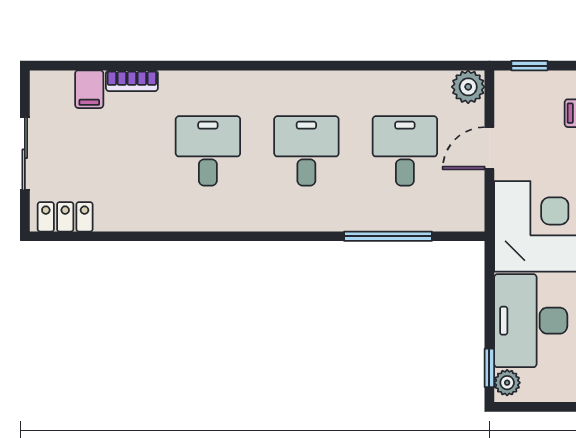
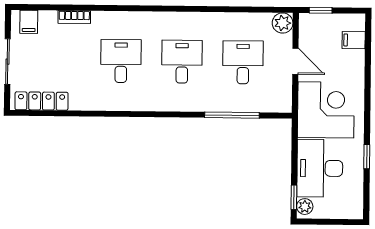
filing cabinet: (89, 89) -> (29, 22), moved
door: (489, 148) -> (295, 61), swing flipped
locker: (65, 217) -> (42, 101), width x1.53

